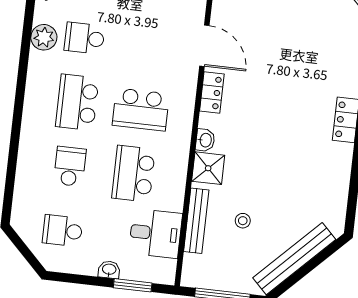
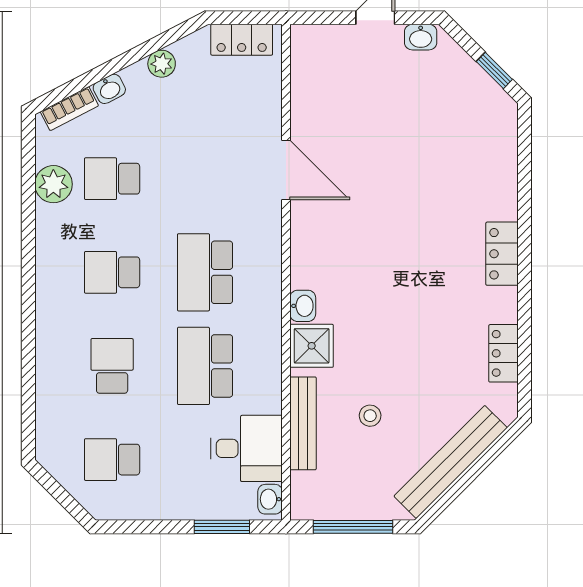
locker: (212, 92) -> (503, 353), moved, turned 180
school desk: (77, 102) -> (112, 272), width x0.54
school desk: (141, 109) -> (205, 272), turned 90
washbasin: (109, 270) -> (270, 499), moved, turned -90

